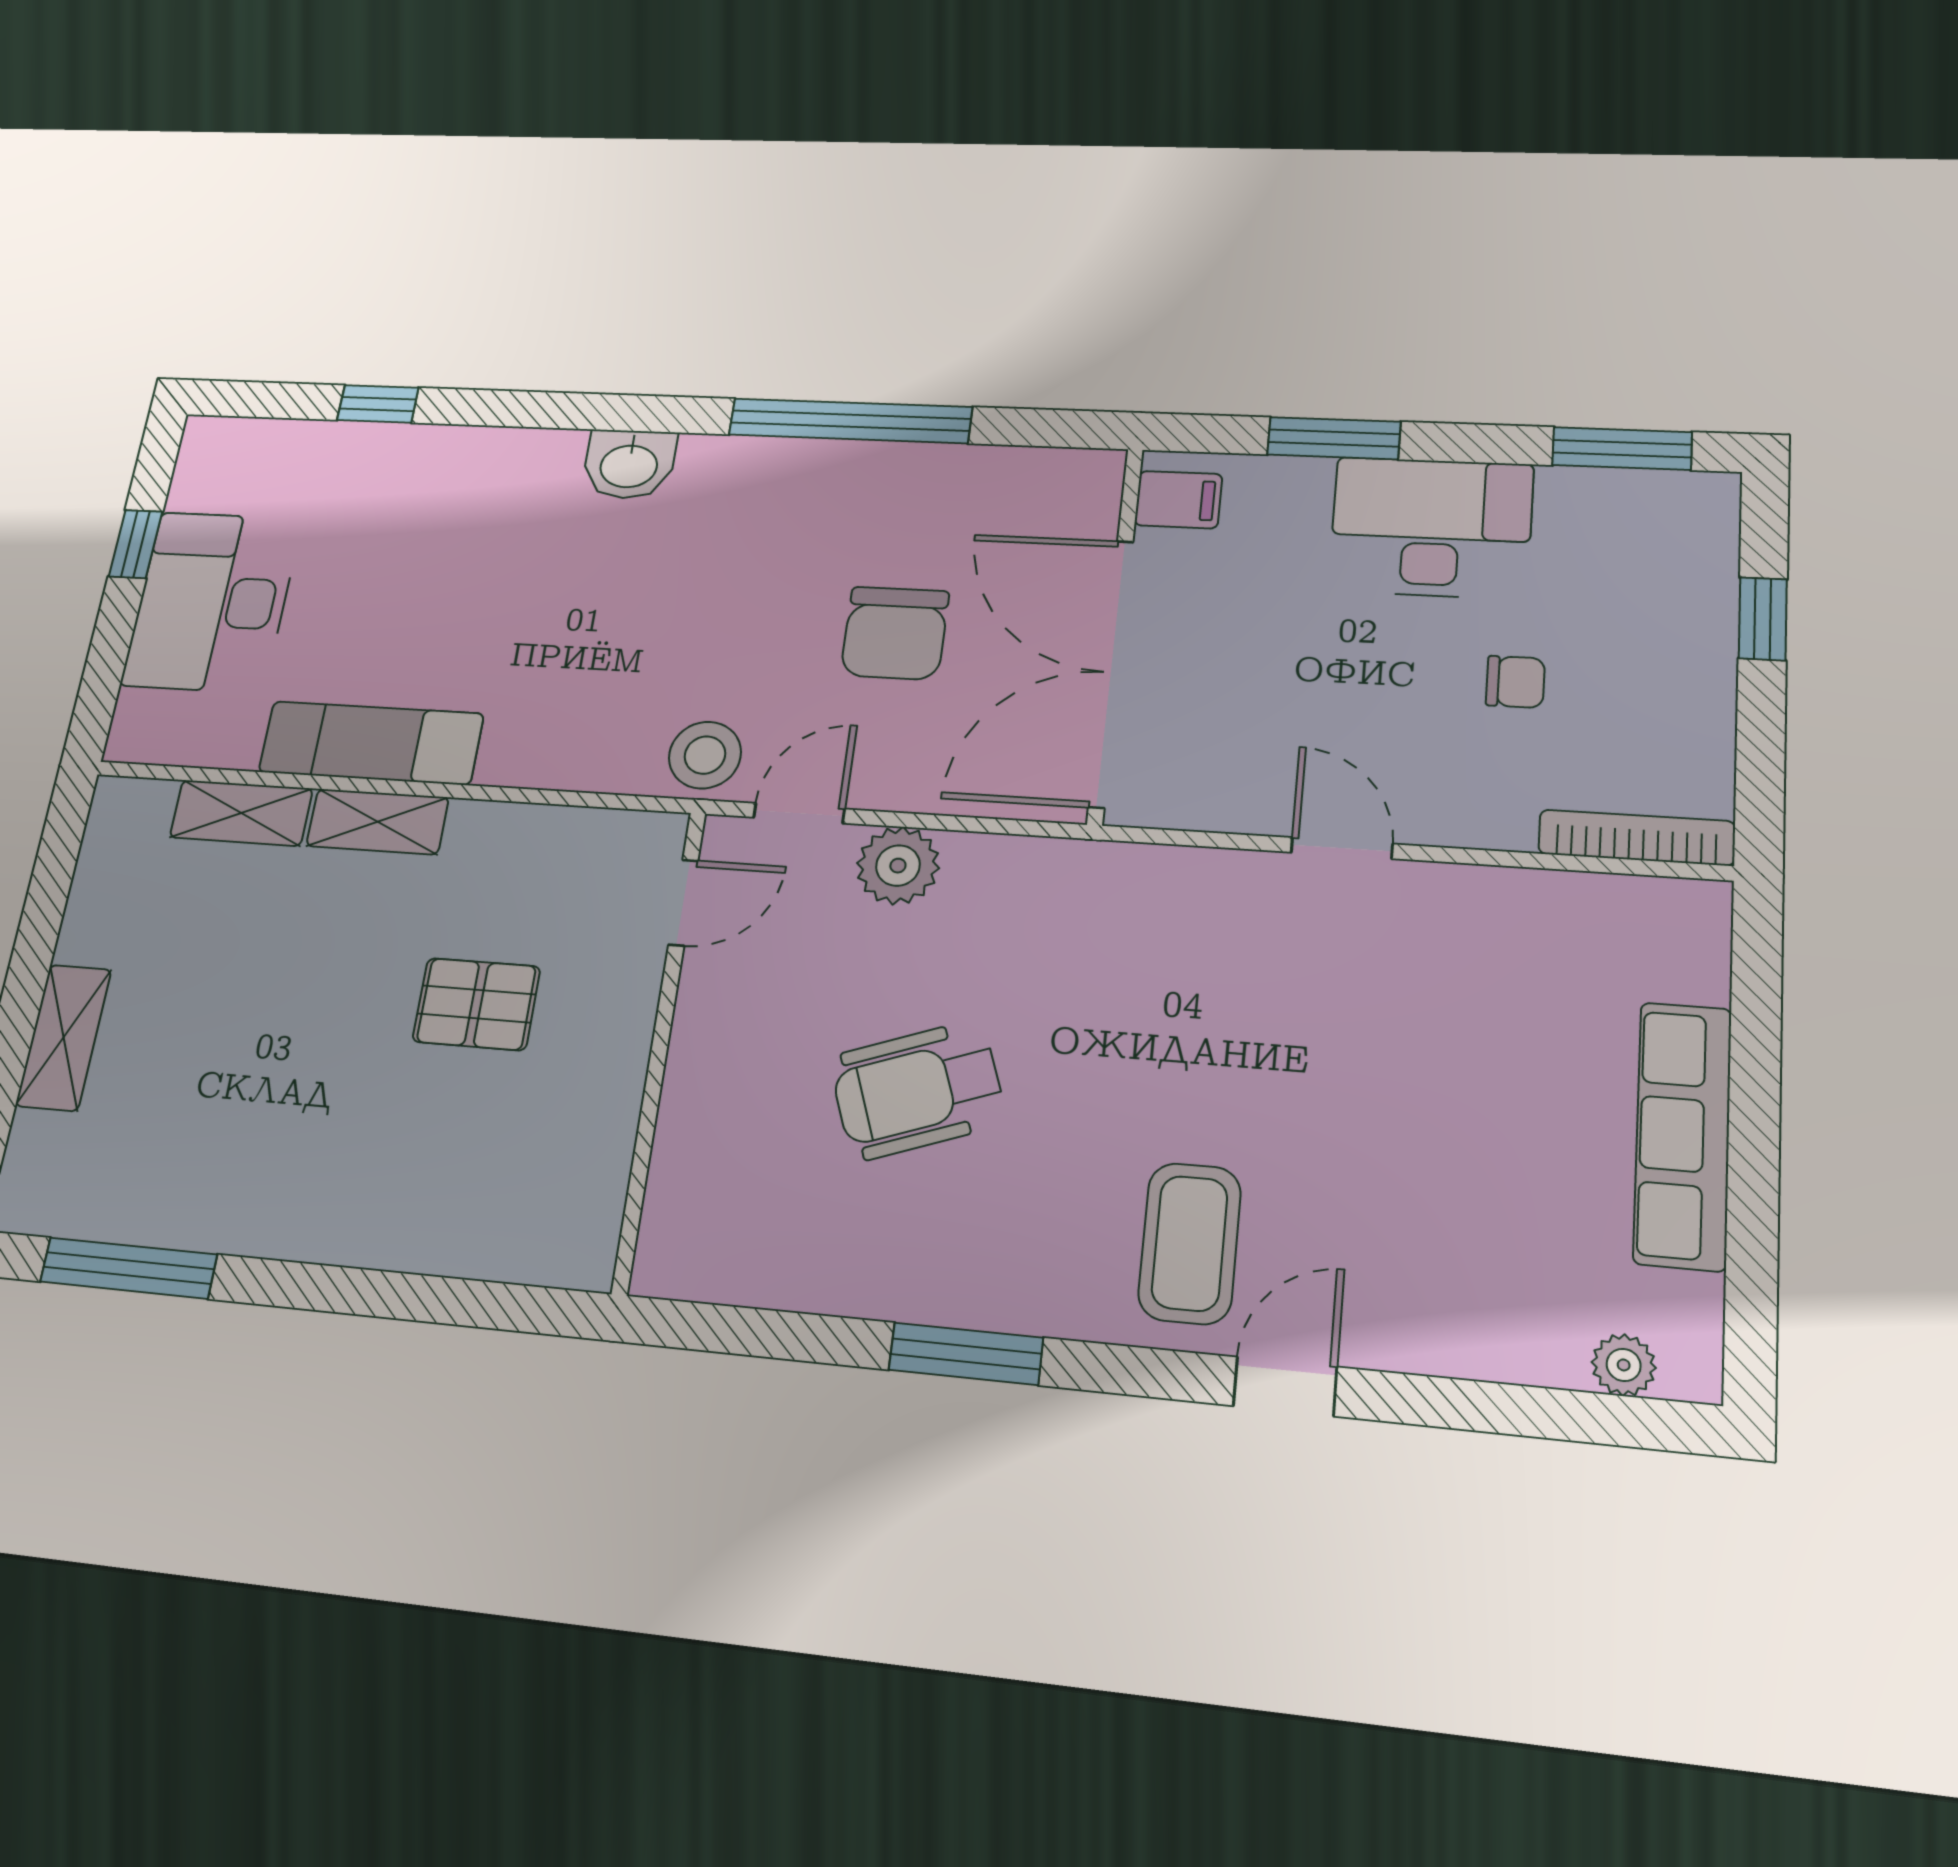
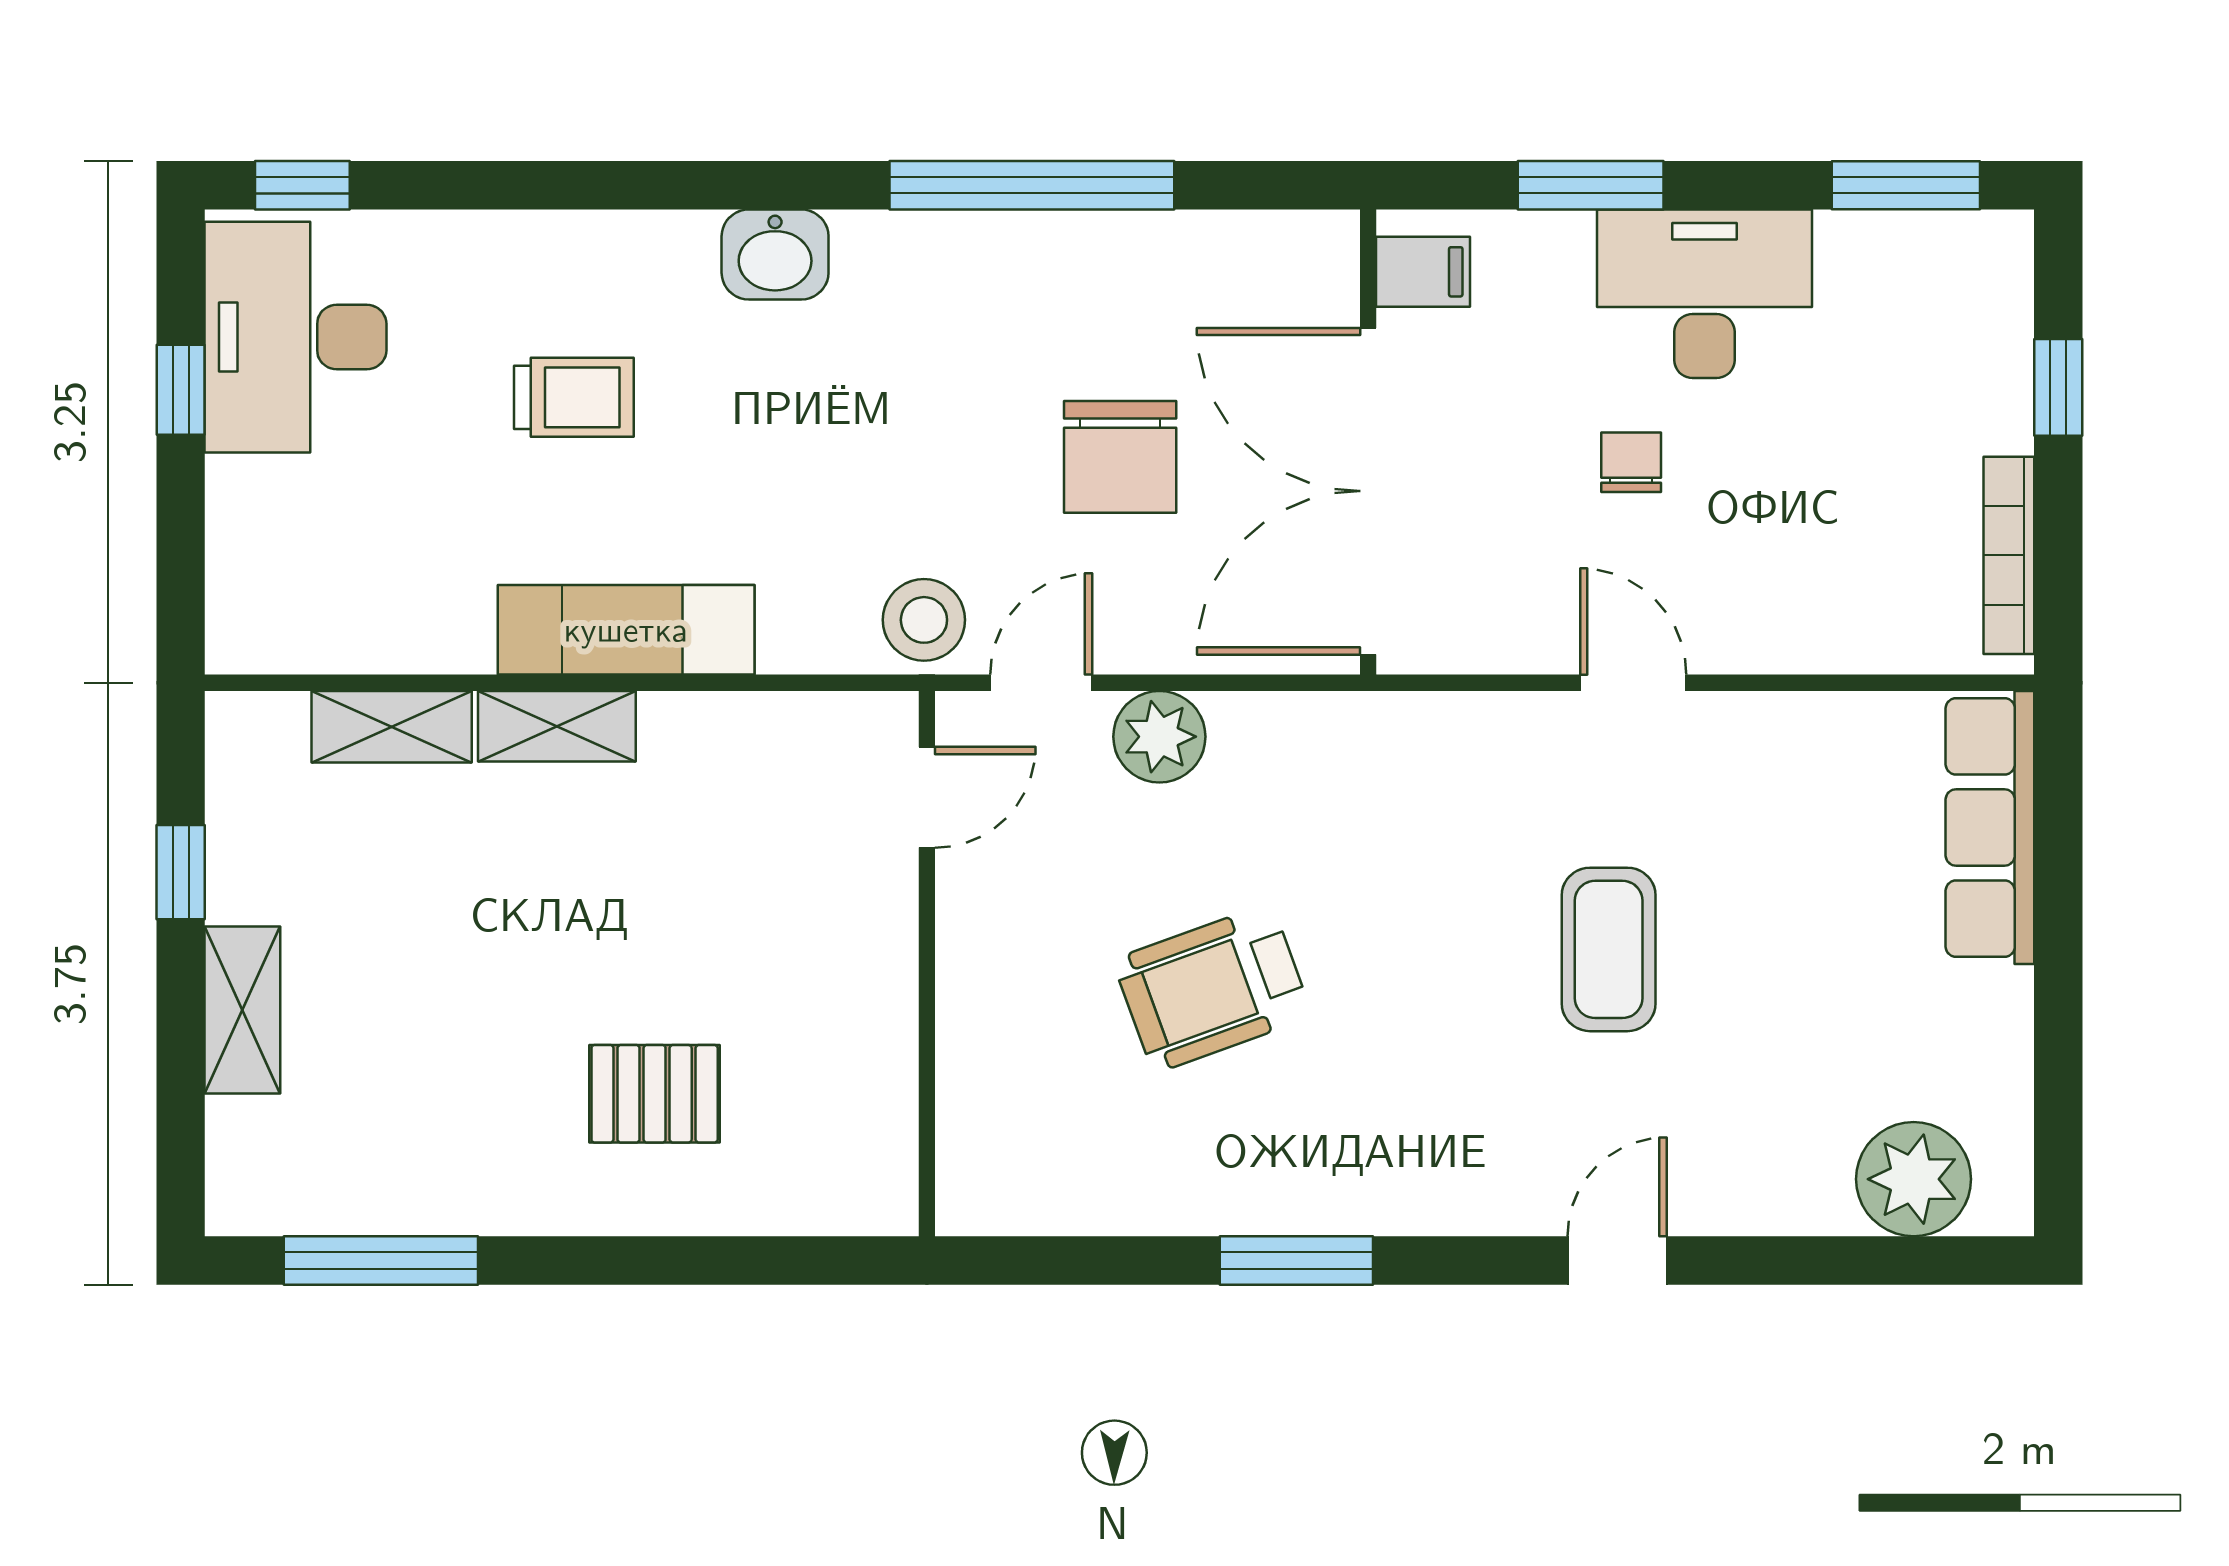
window: (378, 404) -> (302, 185), moved
trolley: (445, 564) -> (574, 397), added
desk: (212, 602) -> (296, 337), moved
chair: (1515, 682) -> (1631, 462), moved, turned -90
exam couch: (371, 743) -> (626, 630), moved
bookcase: (1636, 838) -> (2009, 555), moved, turned -90
window: (42, 919) -> (181, 872), added
pallet: (476, 1004) -> (655, 1094), moved
row of seats: (1683, 1135) -> (1990, 827), moved
coffee table: (1190, 1243) -> (1609, 949), moved
plant: (1624, 1365) -> (1914, 1179), width x1.88, depth x1.88

